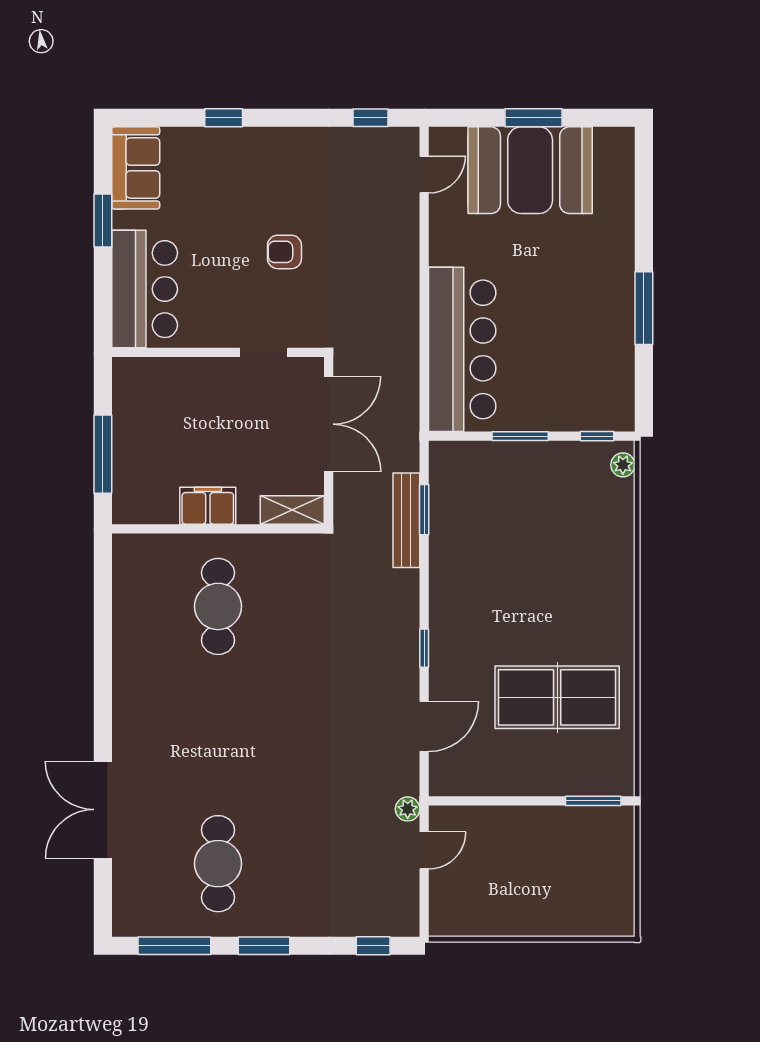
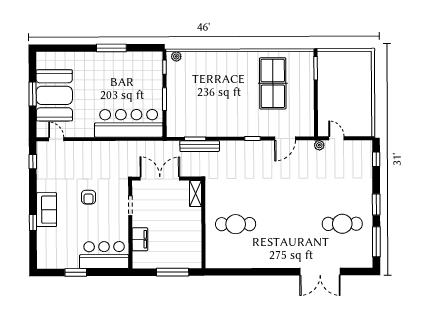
sofa: (136, 168) -> (47, 210), moved, turned 90
filing cabinet: (208, 506) -> (140, 239), moved, turned 180
door: (424, 726) -> (285, 138), swing flipped

